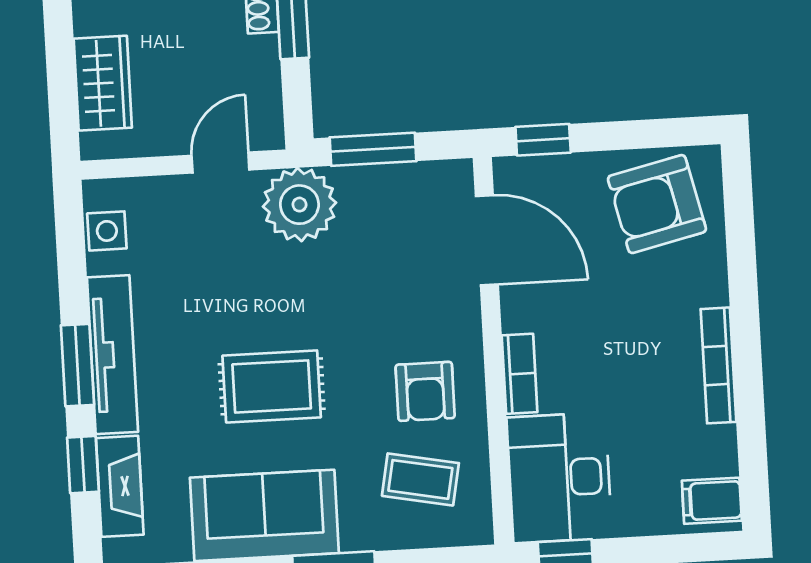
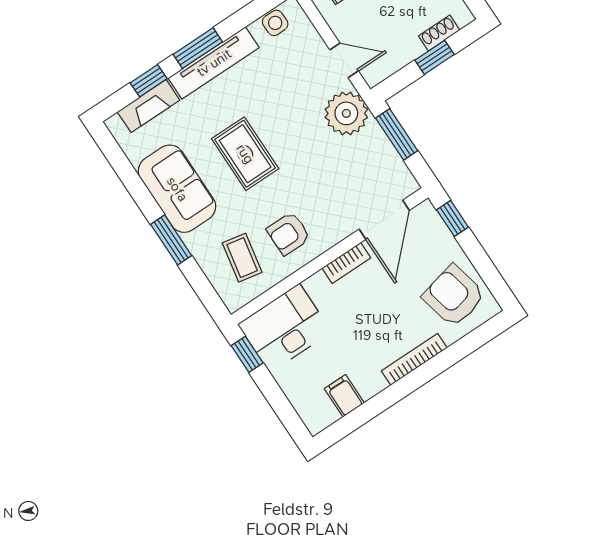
bookcase: (718, 365) -> (414, 359), moved
bookcase: (520, 374) -> (346, 263), moved
filing cabinet: (712, 501) -> (344, 396), moved

